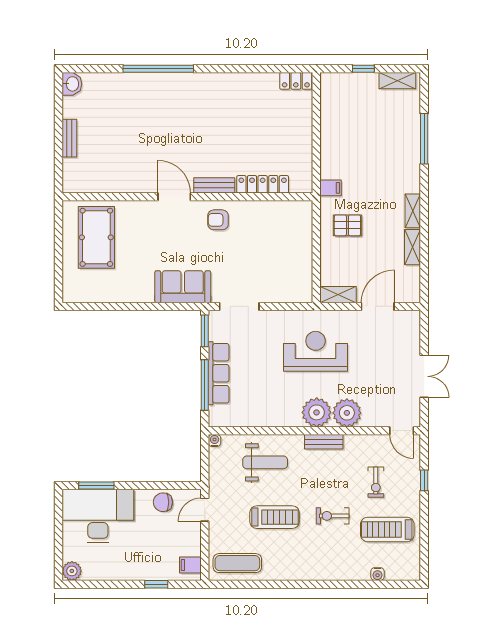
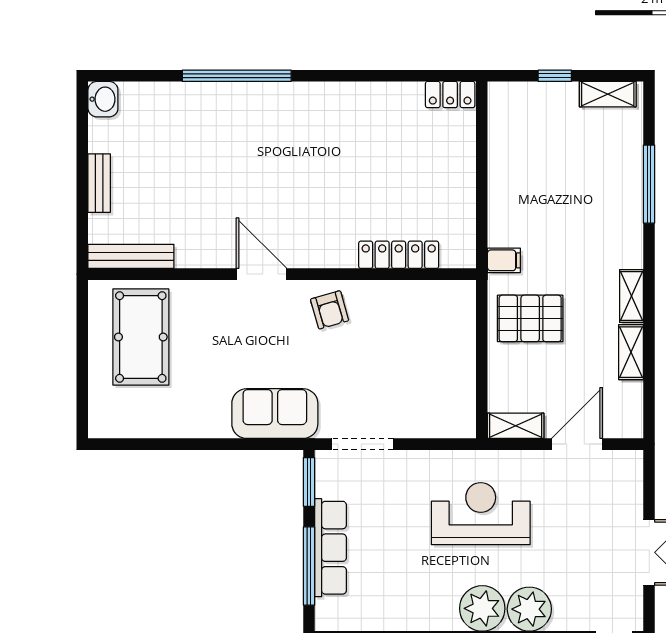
bench: (214, 185) -> (131, 256), moved, width x1.36
armchair: (218, 220) -> (330, 310), turned -106
pallet: (347, 225) -> (530, 318), width x1.50, depth x1.42

